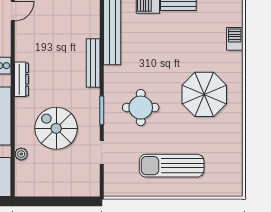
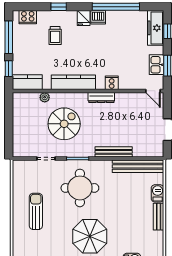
round table: (141, 108) -> (80, 188), width x1.36, depth x1.36
sun lounger: (172, 166) -> (36, 211), width x0.73, depth x0.75

